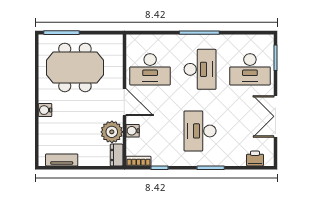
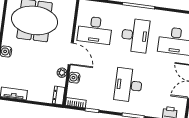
plant: (112, 132) -> (62, 73), width x0.53, depth x0.53

